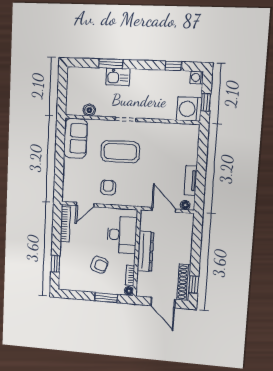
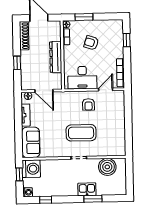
boiler: (89, 110) -> (107, 167), width x1.86, depth x1.86
sofa: (76, 138) -> (31, 142), moved, turned 180
desk: (122, 235) -> (82, 78), moved, turned -90
window: (194, 284) -> (17, 63), moved

